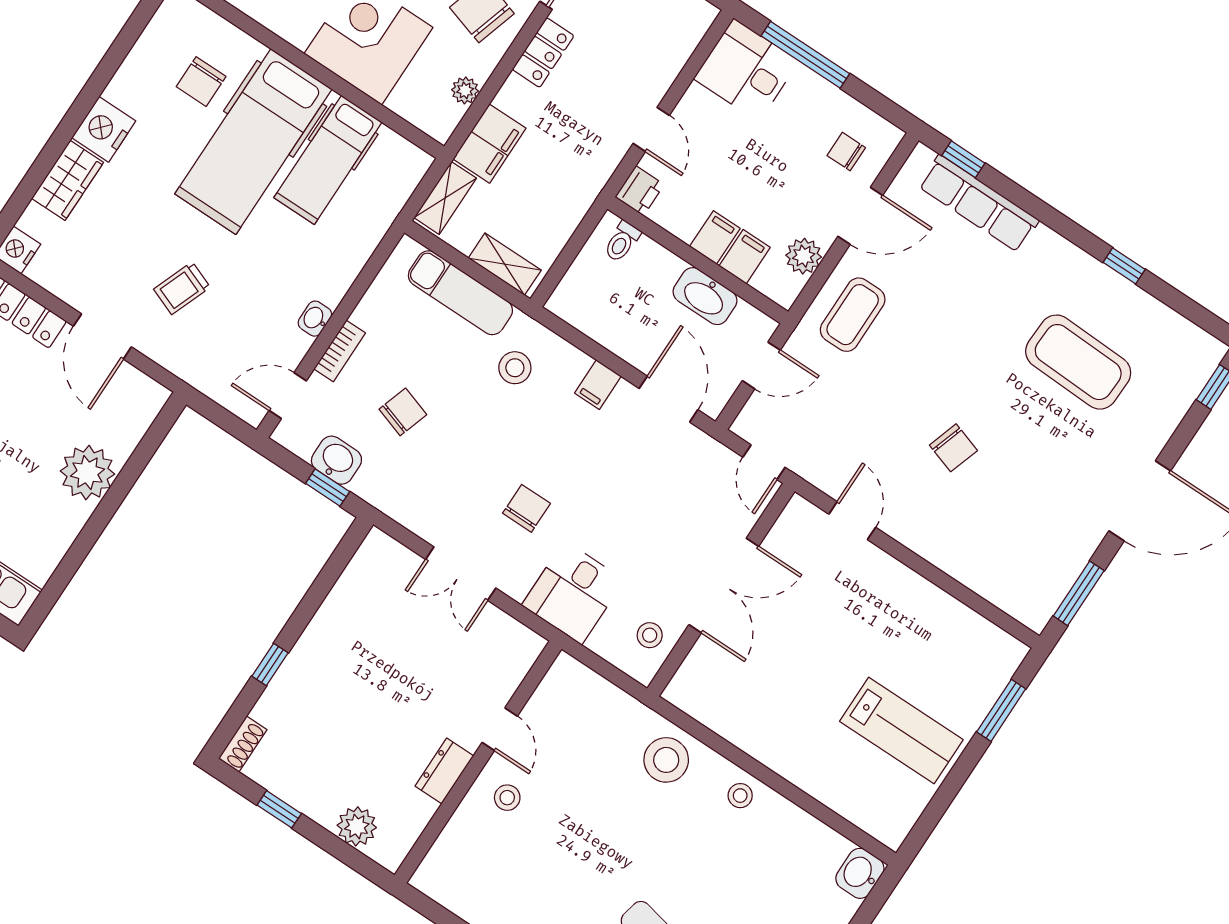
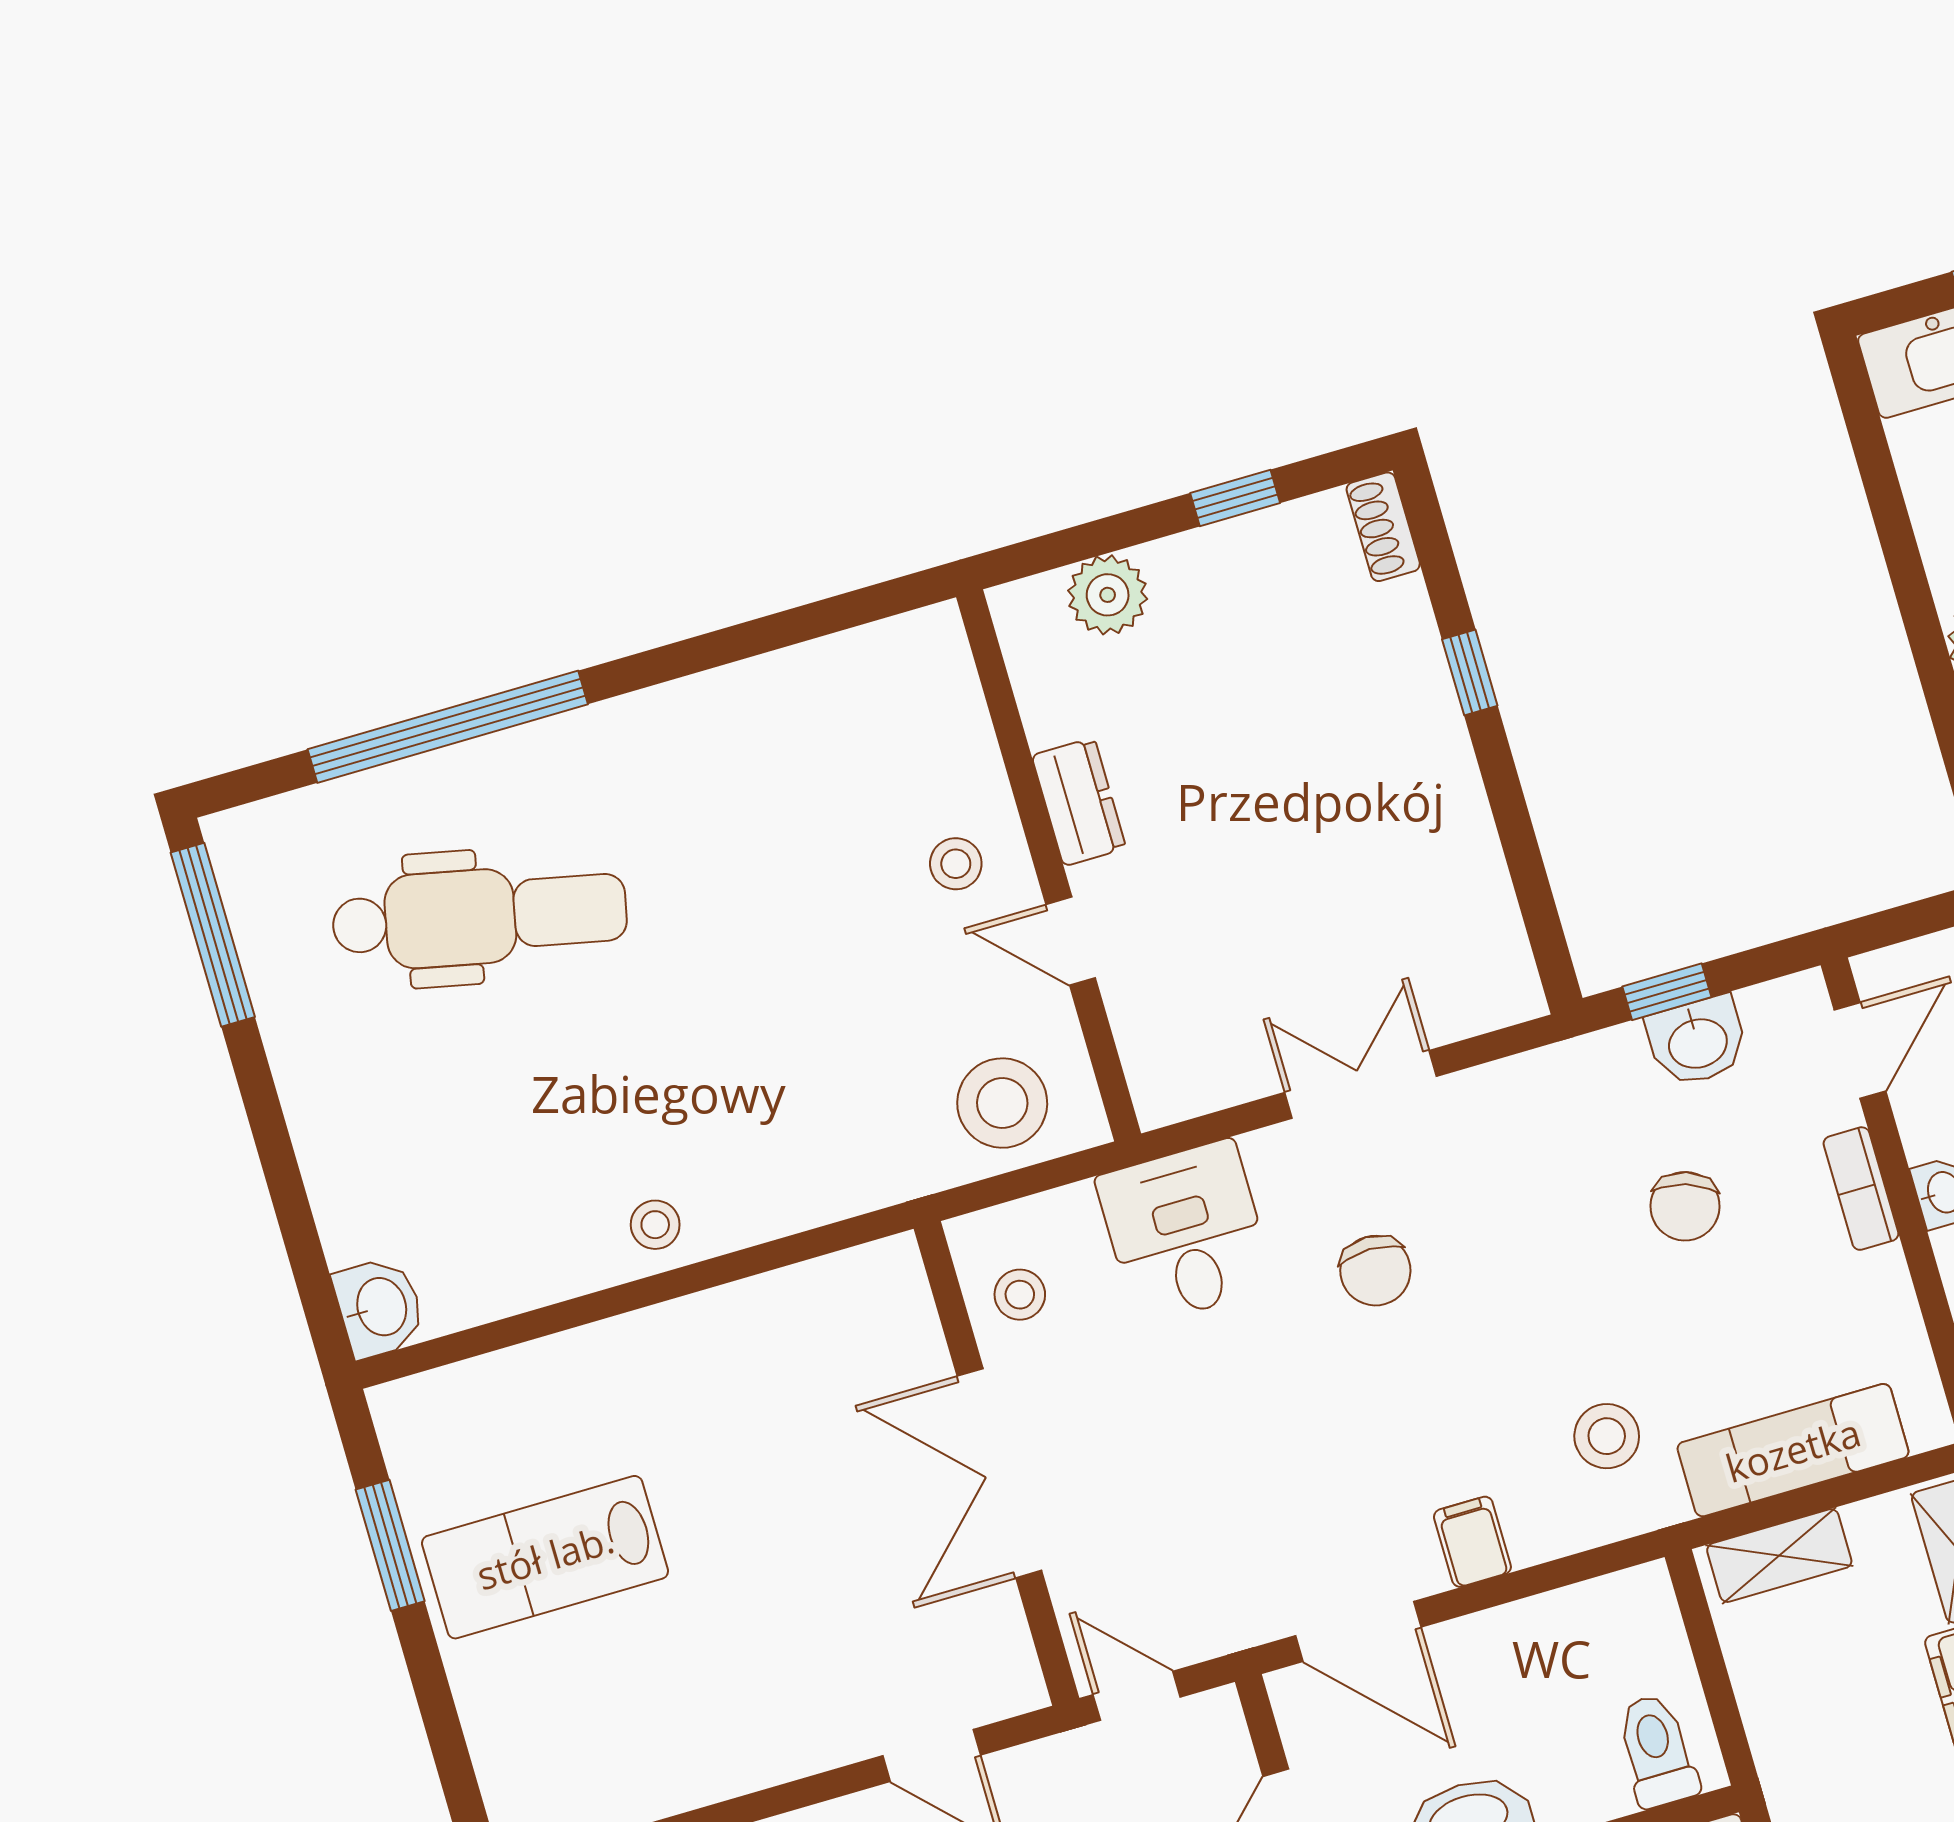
toilet: (622, 242) -> (1657, 1751), width x1.37, depth x1.39
window: (1001, 710) -> (390, 1545), moved
stool: (666, 760) -> (1002, 1103), moved

